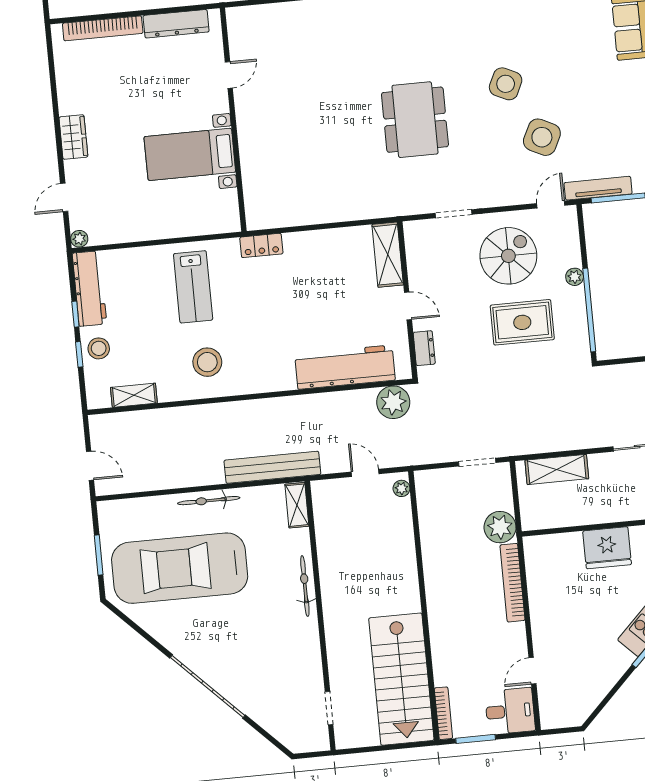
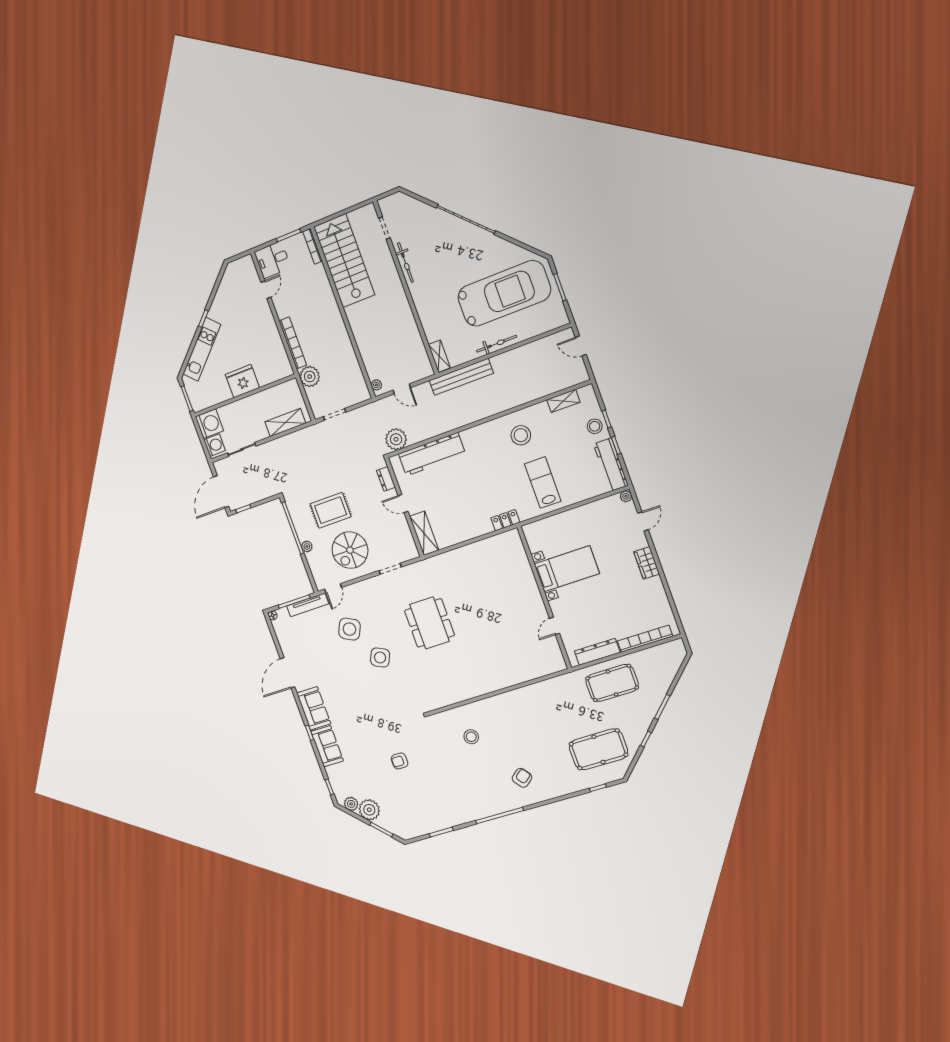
bicycle: (305, 586) -> (405, 263), moved

